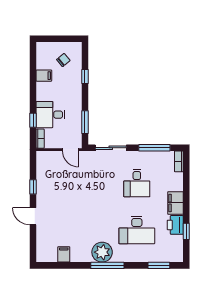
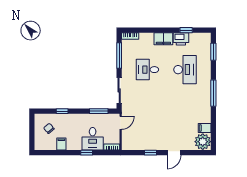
window: (33, 120) -> (87, 153), moved
desk: (137, 183) -> (147, 70), turned 180
plant: (102, 252) -> (203, 142), moved

